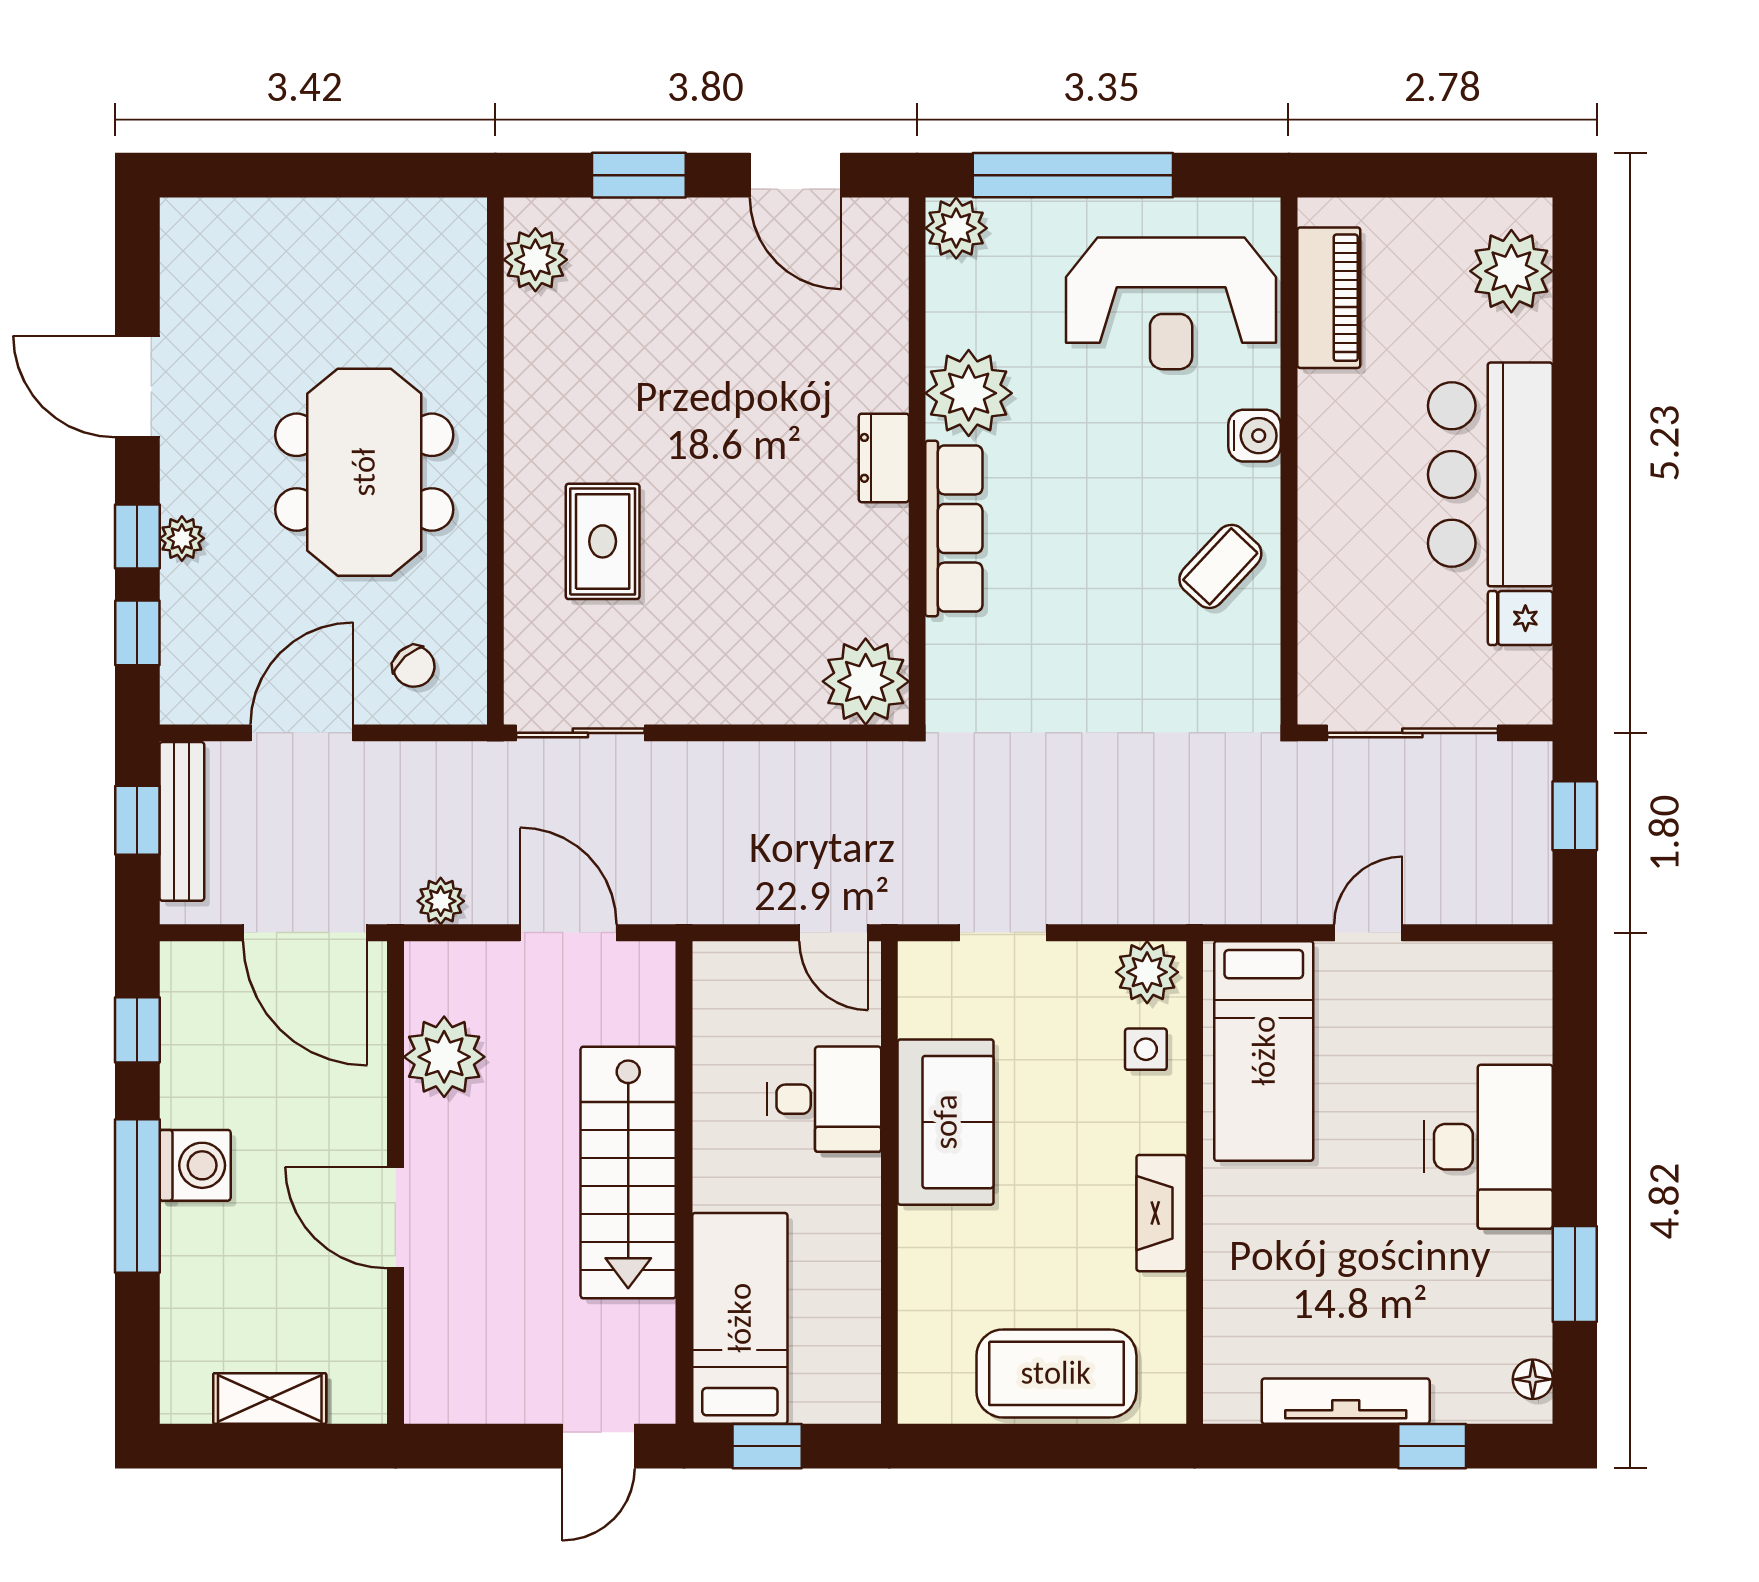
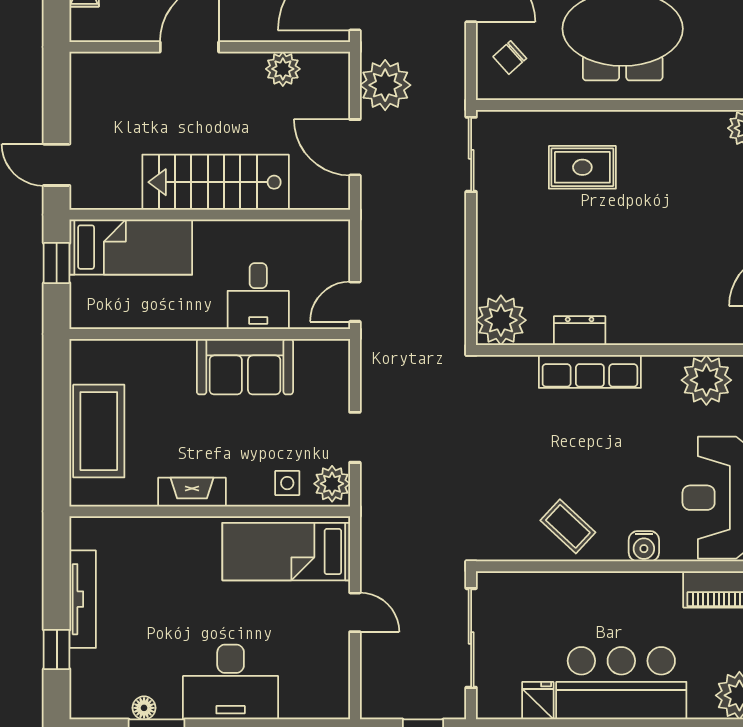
plant: (969, 393) -> (706, 380), moved
dresser: (884, 458) -> (580, 331), moved
plant: (441, 901) -> (385, 85), width x1.87, depth x1.87
door: (568, 933) -> (355, 147), swing flipped
doorway: (1003, 933) -> (355, 437), moved
plant: (444, 1057) -> (283, 69), width x0.73, depth x0.73
floor lamp: (1533, 1379) -> (144, 708), moved

